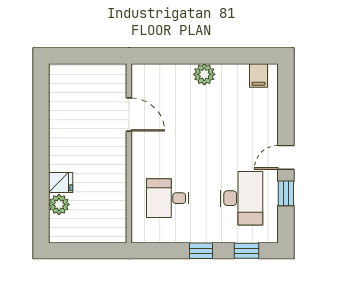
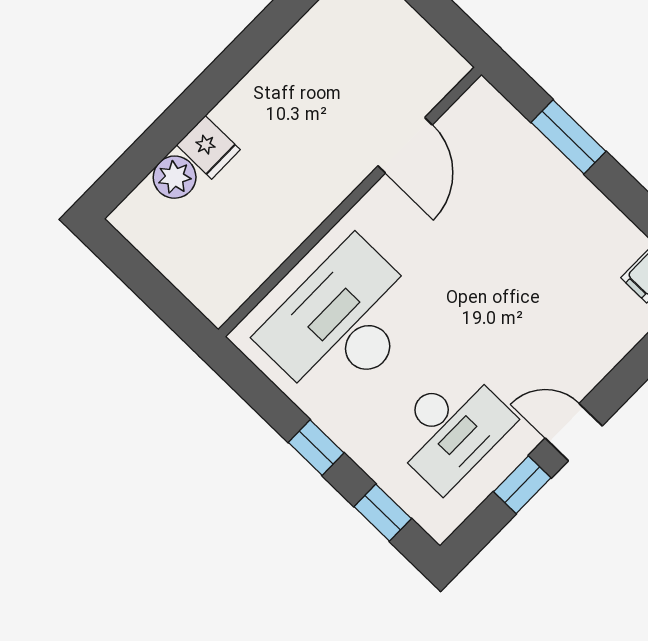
window: (183, 56) -> (569, 137), added
plant: (204, 74) -> (573, 194), removed
desk: (168, 198) -> (343, 323), width x1.87, depth x1.30

